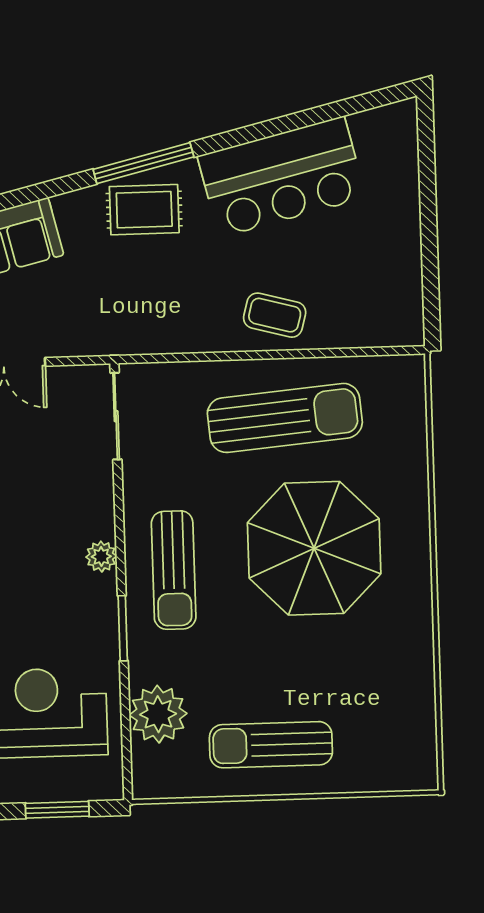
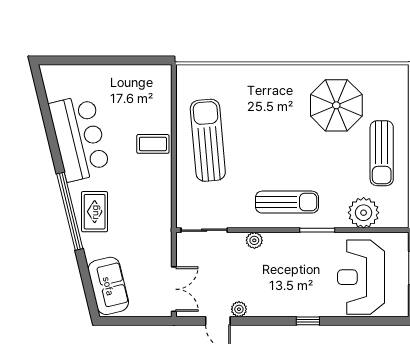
window: (143, 163) -> (70, 211), width x1.46
coffee table: (275, 315) -> (153, 144), turned 75
parasol: (314, 548) -> (336, 105), moved, width x0.73, depth x0.73
plant: (101, 557) -> (254, 240), moved

